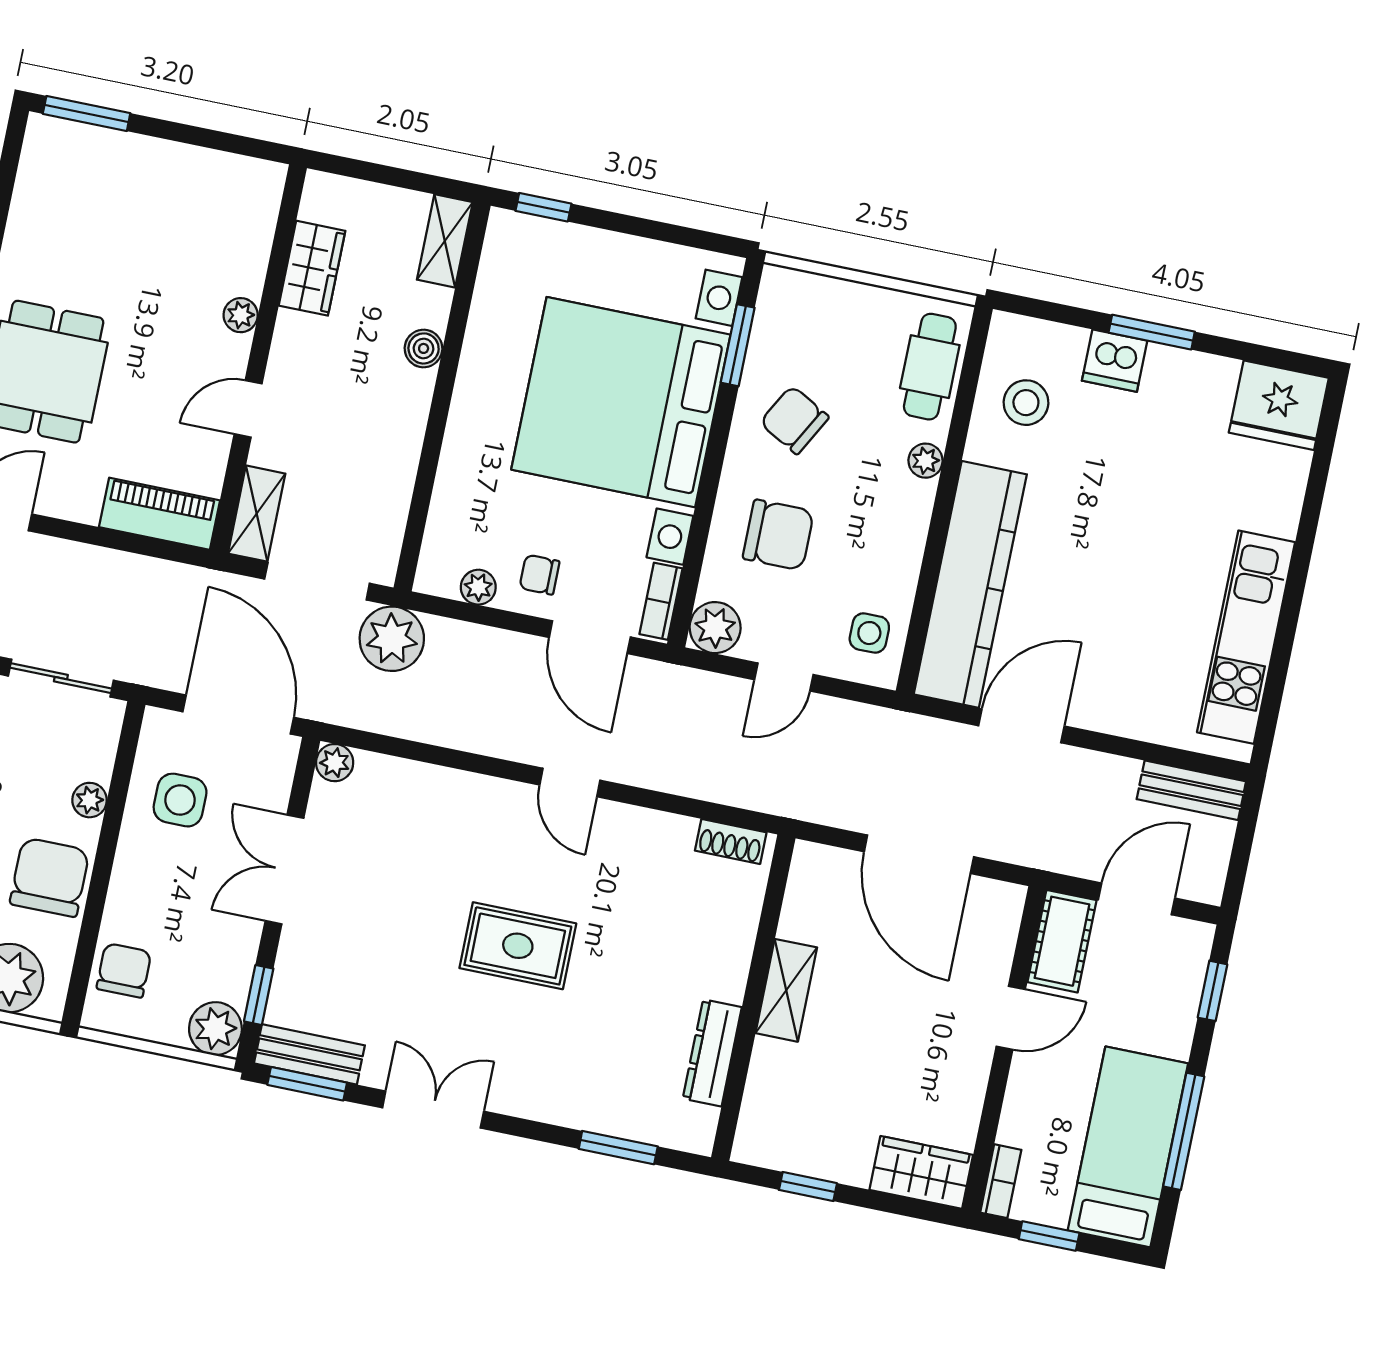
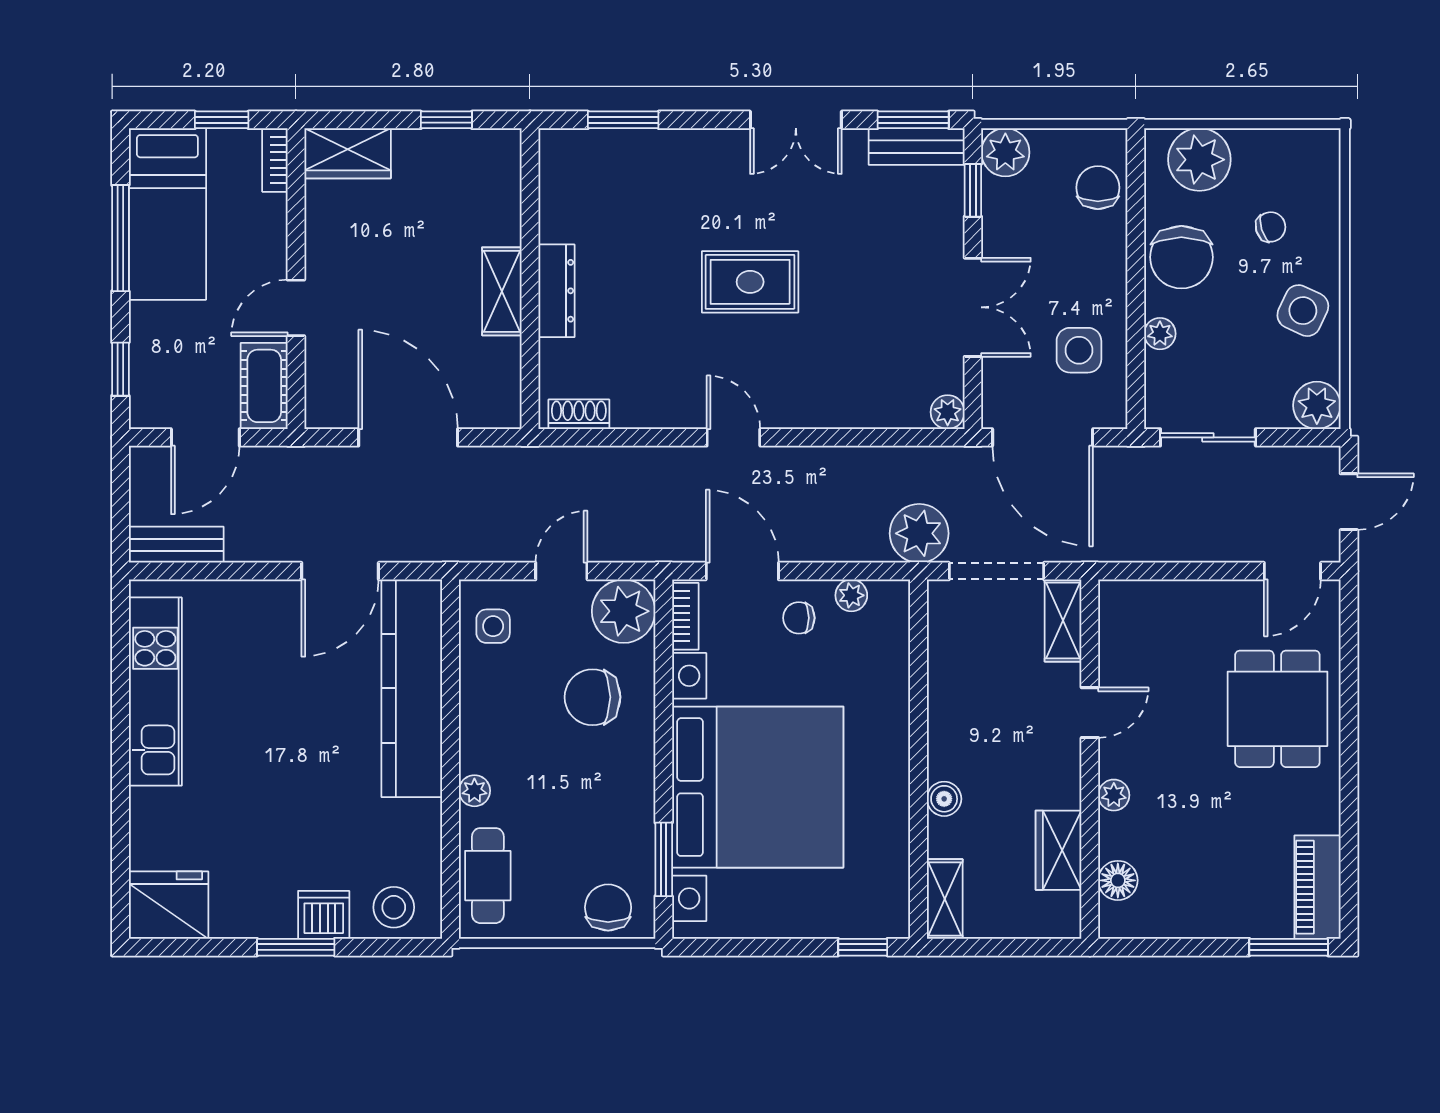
floor lamp: (255, 223) -> (1118, 880), added
stool: (1026, 403) -> (394, 907), moved
chair: (794, 420) -> (608, 907), moved, turned -119
piano: (159, 514) -> (1317, 887), moved, turned 90
chair: (539, 575) -> (799, 618), turned 180
plant: (715, 628) -> (624, 611), width x1.36, depth x1.36
chair: (124, 970) -> (1098, 188), turned 180
dresser: (712, 1053) -> (556, 291), moved

